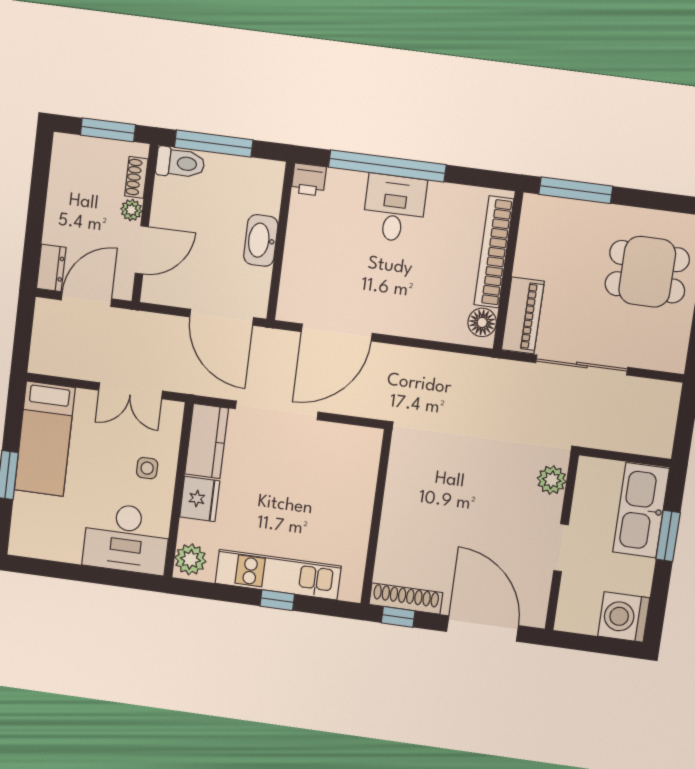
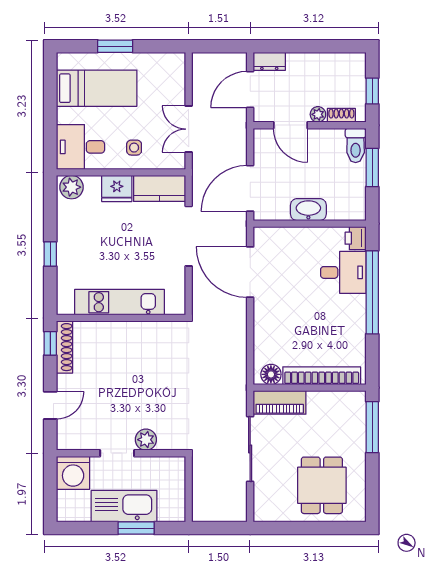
window: (108, 130) -> (372, 91), width x0.67
window: (214, 144) -> (372, 168), width x0.69
desk: (394, 208) -> (343, 272), moved
door: (86, 299) -> (250, 89), swing flipped
bed: (45, 439) -> (97, 88), moved, turned 180
plant: (552, 480) -> (146, 440), moved
kitchen sink: (641, 510) -> (124, 506), moved
desk: (126, 538) -> (81, 147), width x0.73
kitchen unit: (278, 575) -> (119, 302), moved, turned -90
washing machine: (624, 617) -> (73, 473), moved, turned 180
door: (483, 629) -> (50, 405), width x0.53

